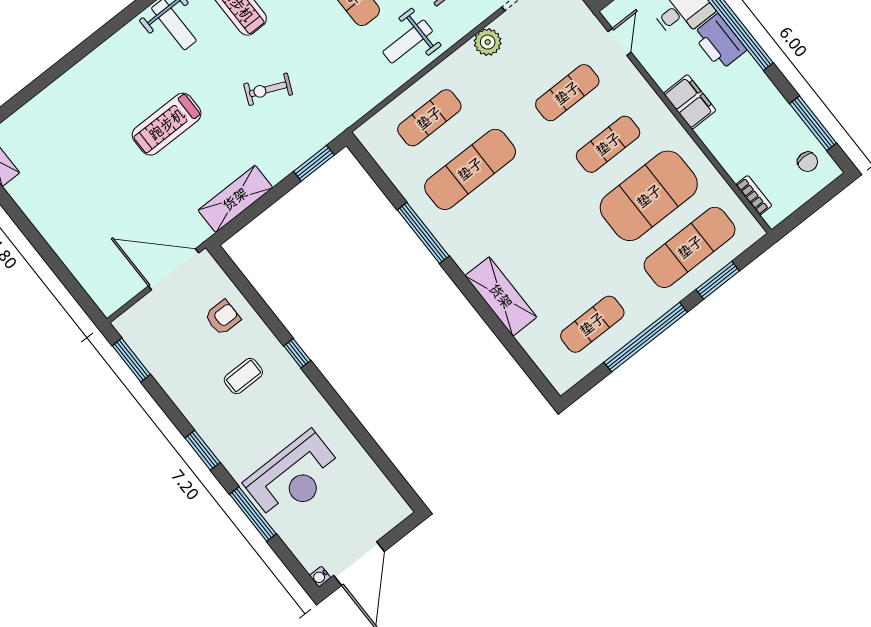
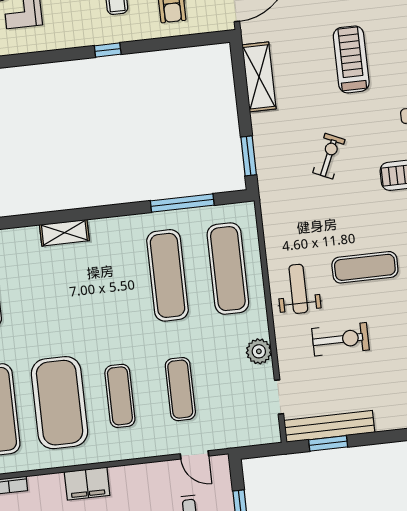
filing cabinet: (690, 102) -> (87, 484), moved
exercise mat: (429, 118) -> (228, 269), width x1.36, depth x1.45
window: (423, 233) -> (182, 203), moved
shelving: (501, 296) -> (64, 233), width x0.67, depth x0.75

